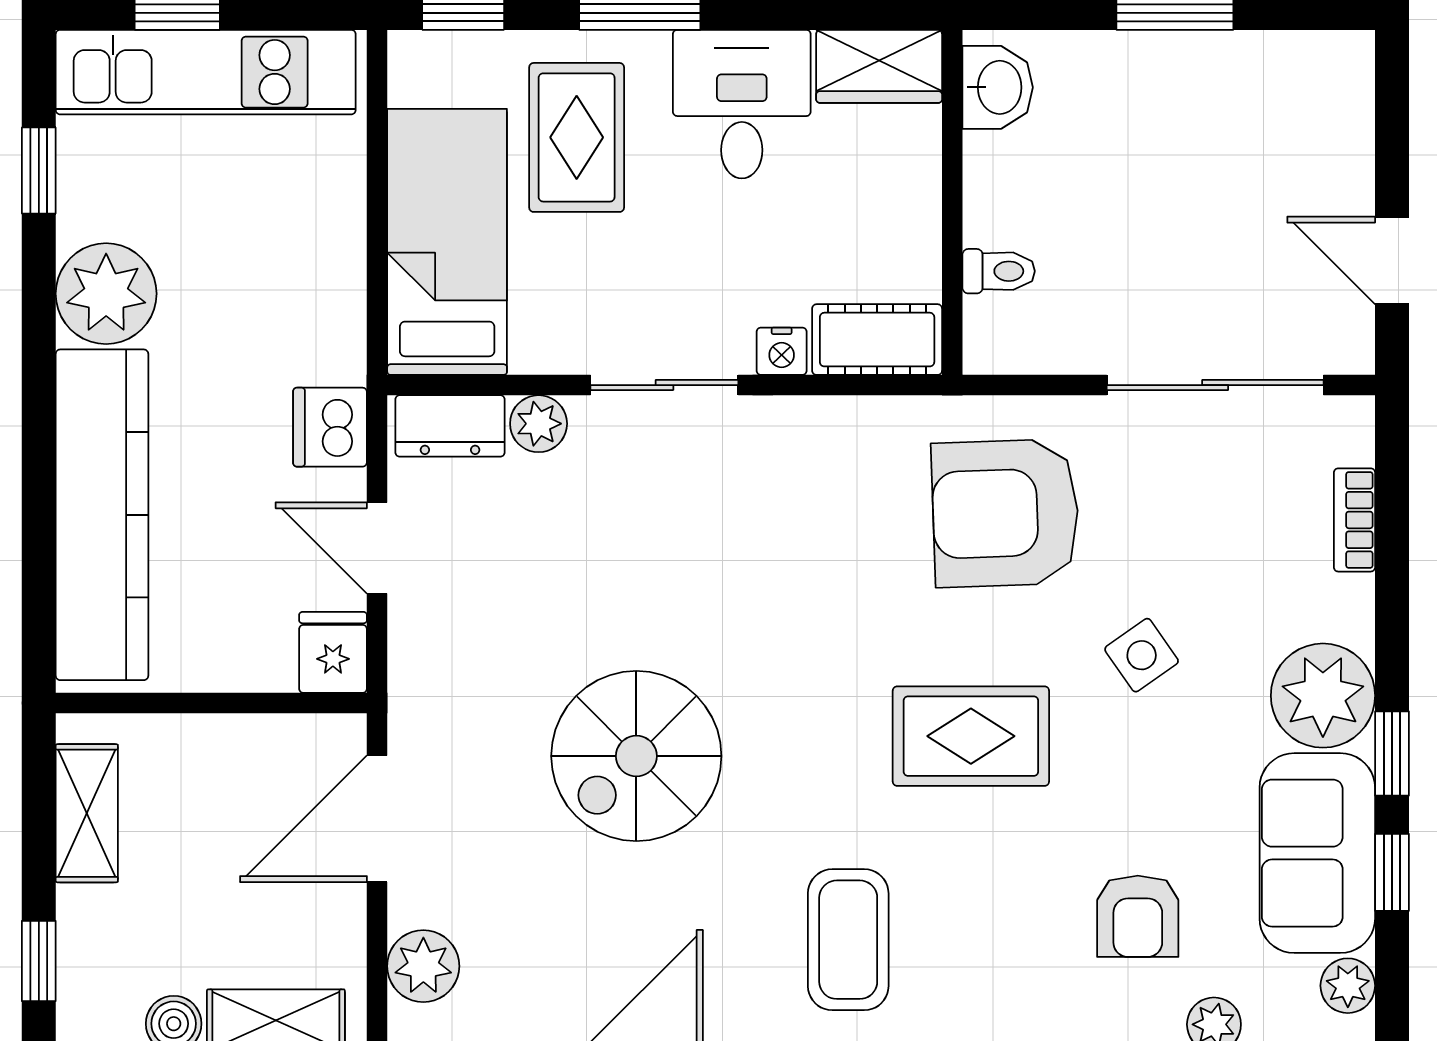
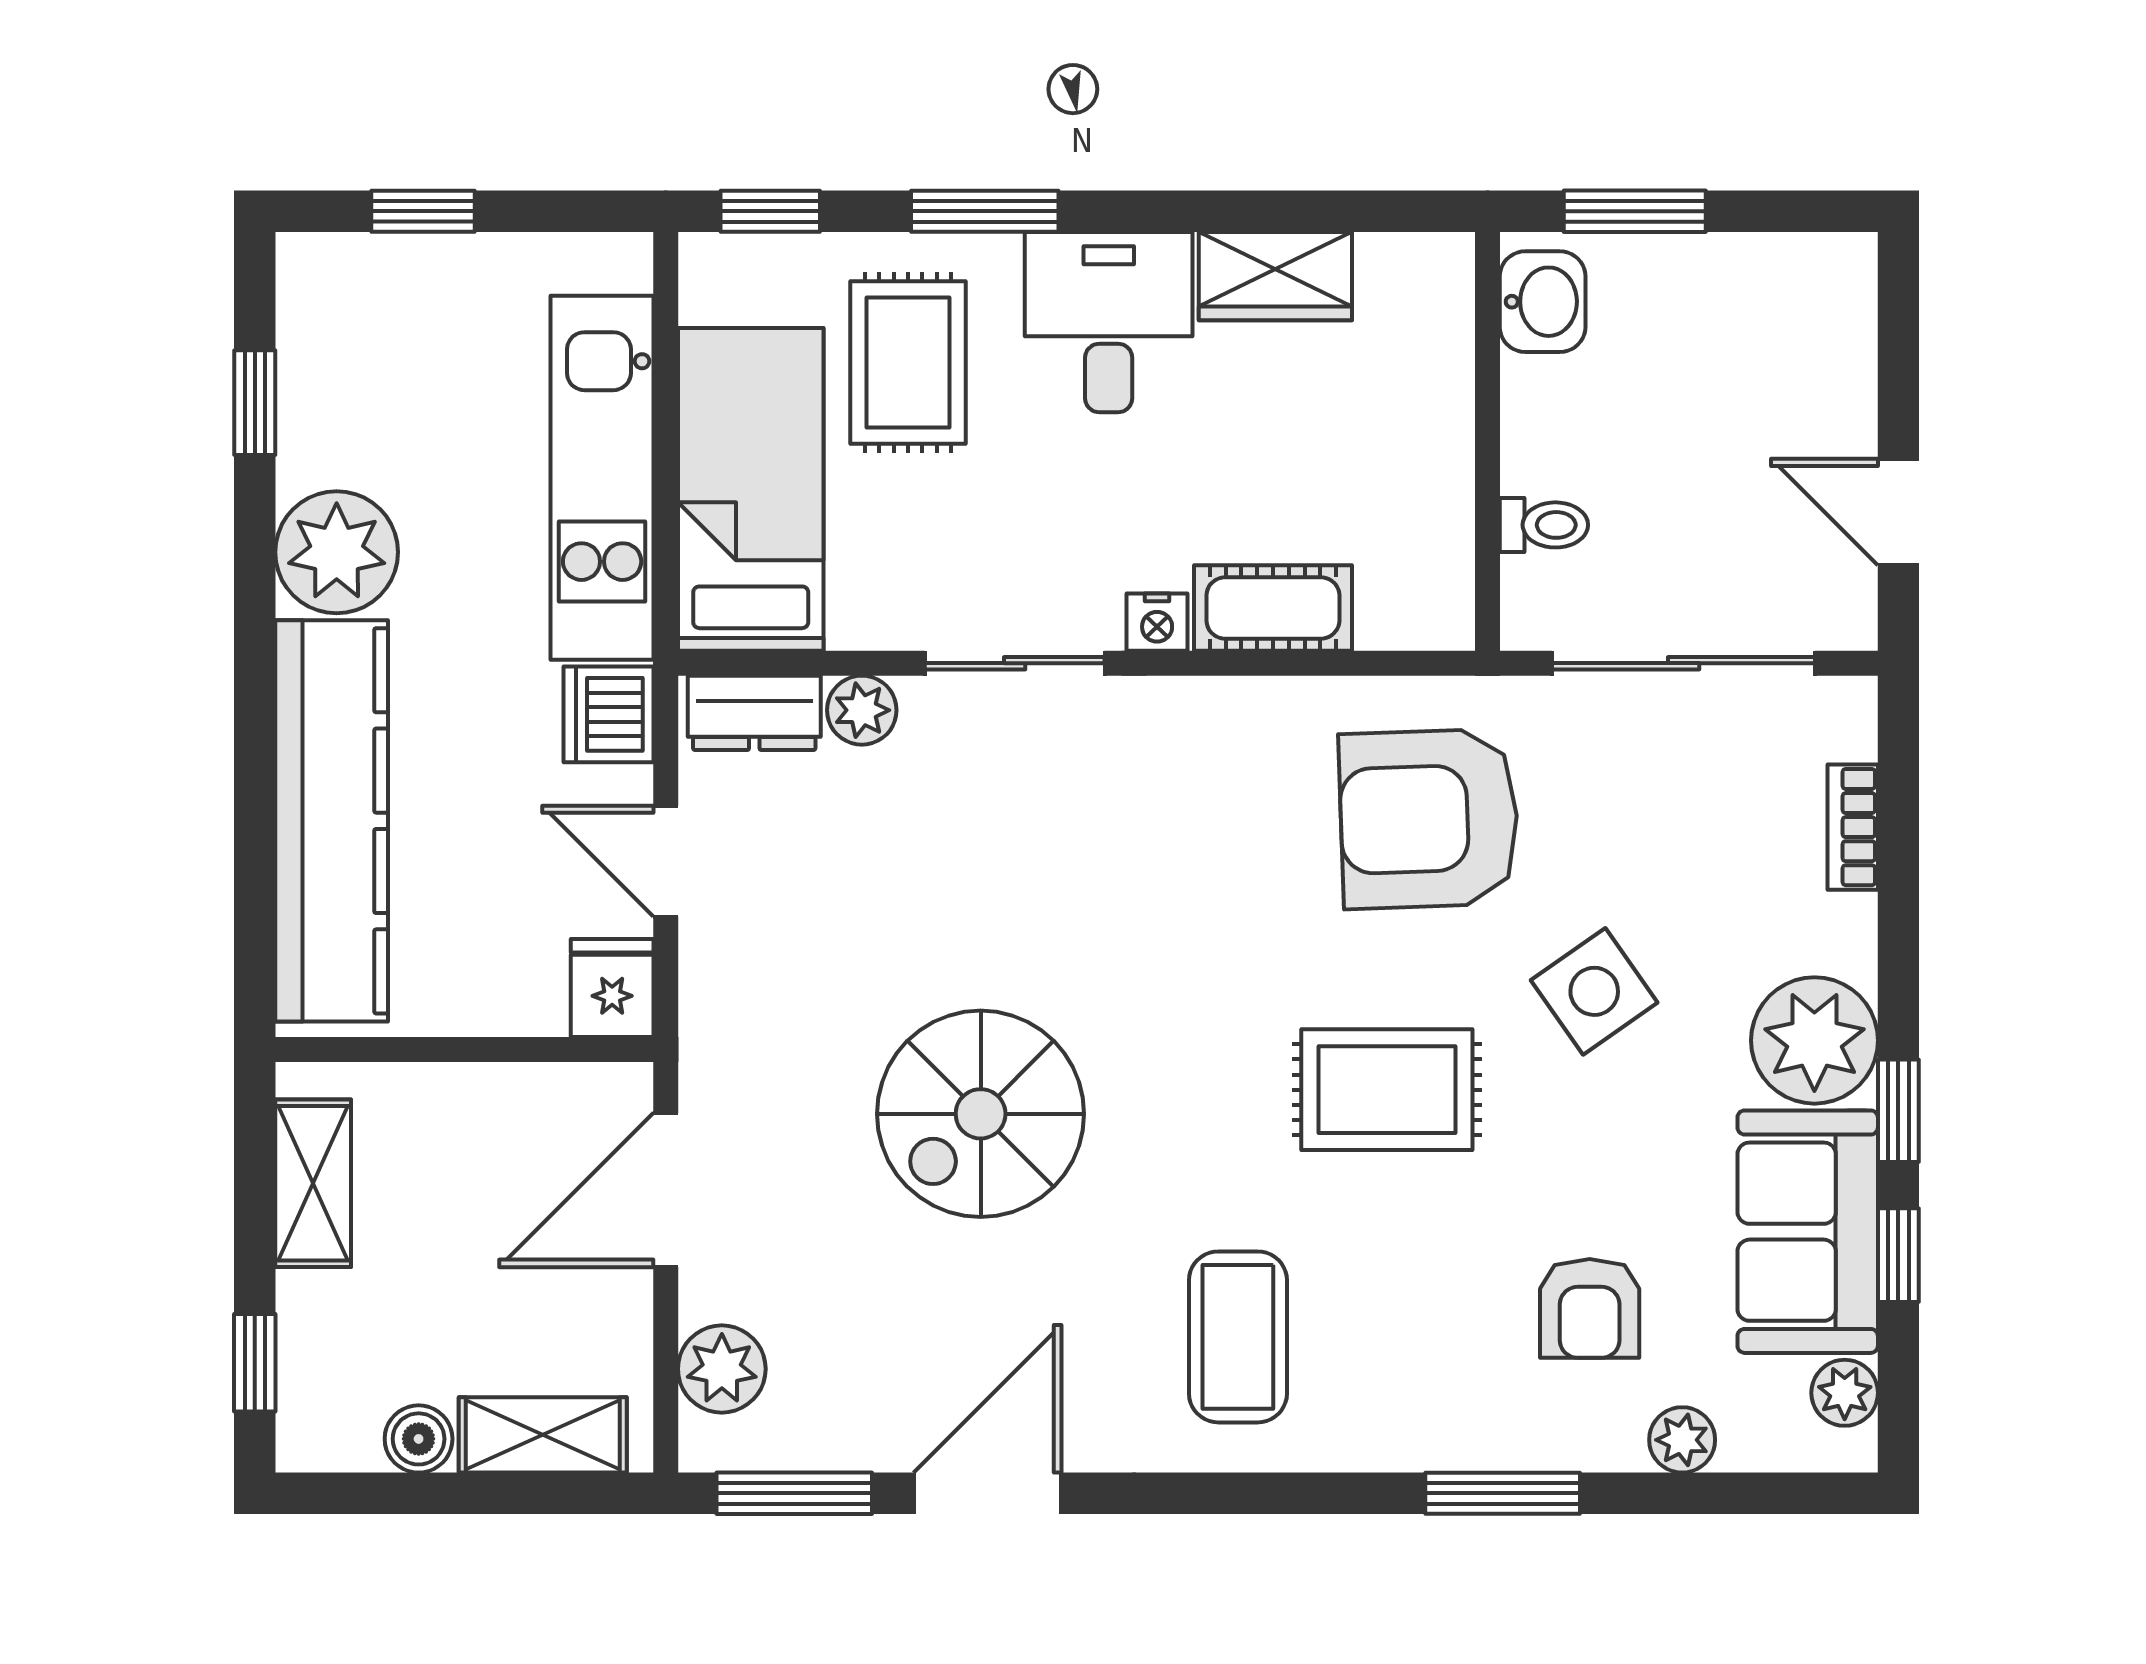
kitchen unit: (206, 72) -> (602, 478), moved, turned 90
washbasin: (998, 87) -> (1543, 302), moved
wall: (952, 202) -> (1487, 441), moved
toilet: (999, 271) -> (1544, 525), moved
side table: (1142, 655) -> (1594, 991), width x1.37, depth x1.37

